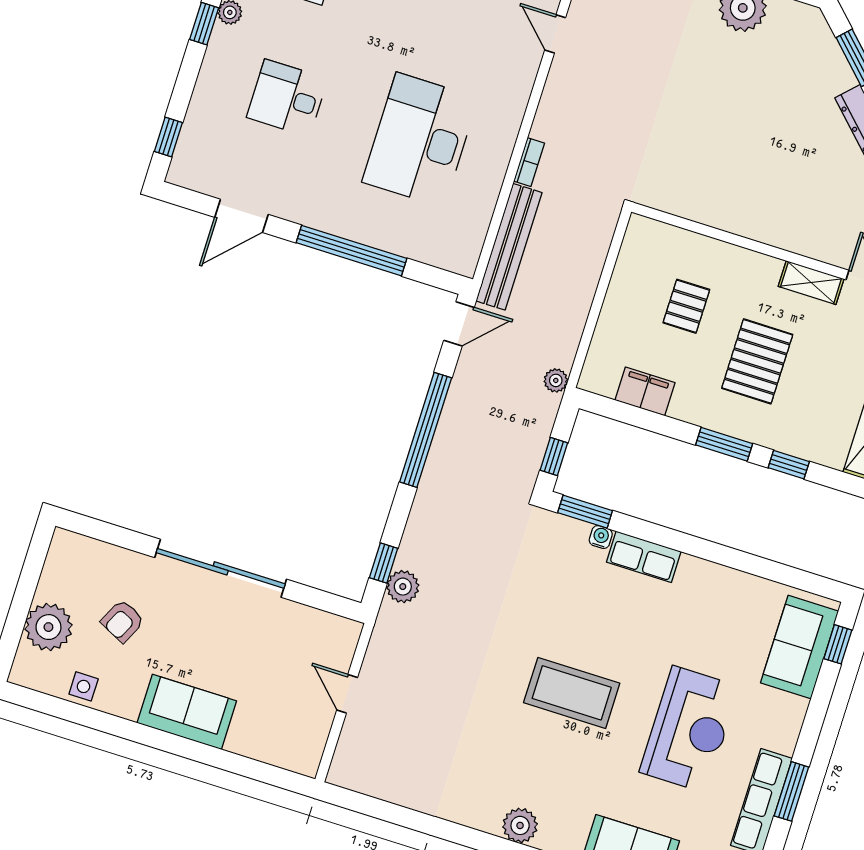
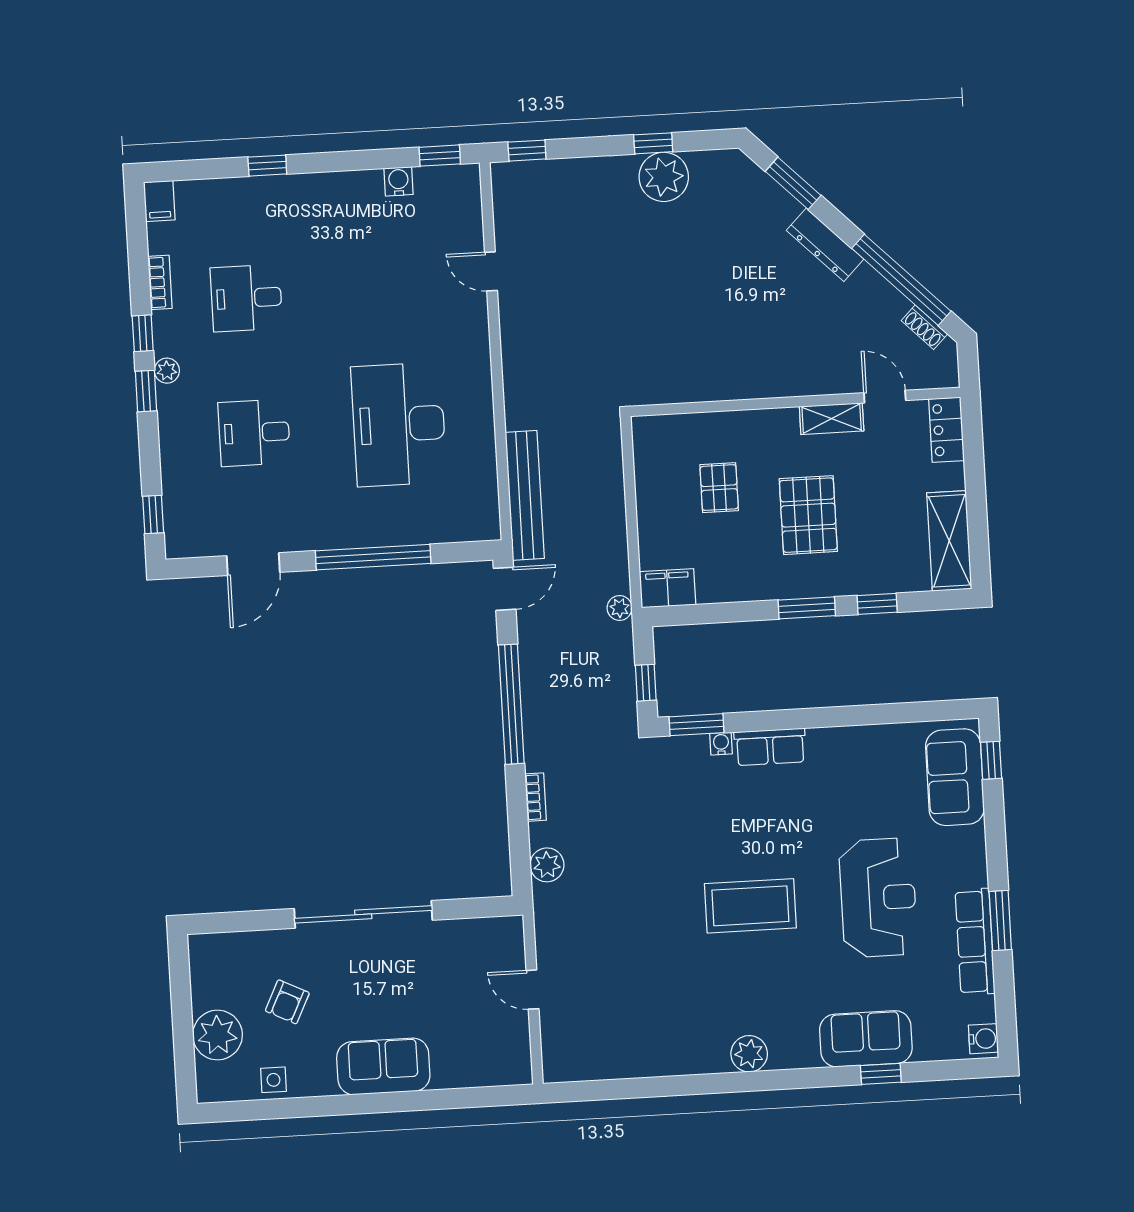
bookcase: (529, 162) -> (536, 797), moved
filing cabinet: (645, 391) -> (668, 588), moved
window: (384, 563) -> (520, 849), removed

